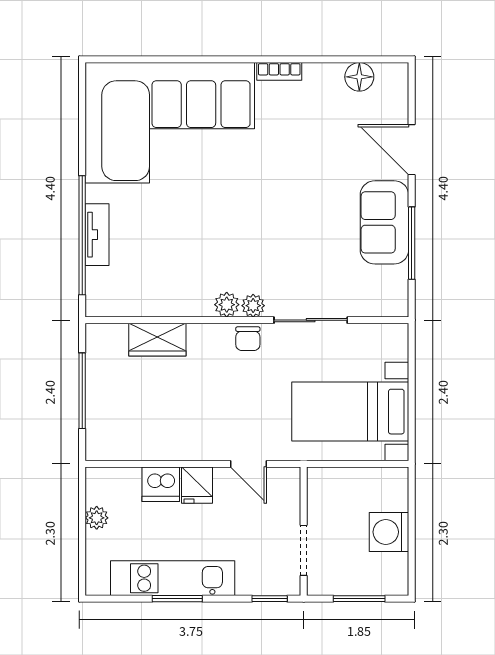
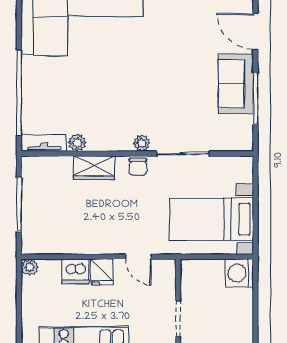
tv unit: (97, 235) -> (44, 143), moved, turned -90
plant: (227, 305) -> (77, 143), moved
wardrobe: (157, 340) -> (94, 168), moved
plant: (97, 518) -> (29, 267), moved
washing machine: (389, 532) -> (239, 273), moved

